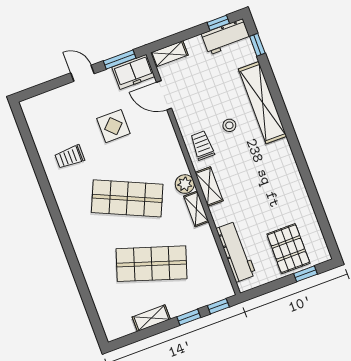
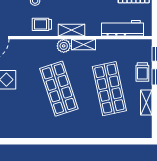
trolley: (70, 157) -> (142, 72), moved
shop shelf: (127, 198) -> (59, 89), turned -42
shop shelf: (151, 264) -> (109, 89), turned -30

